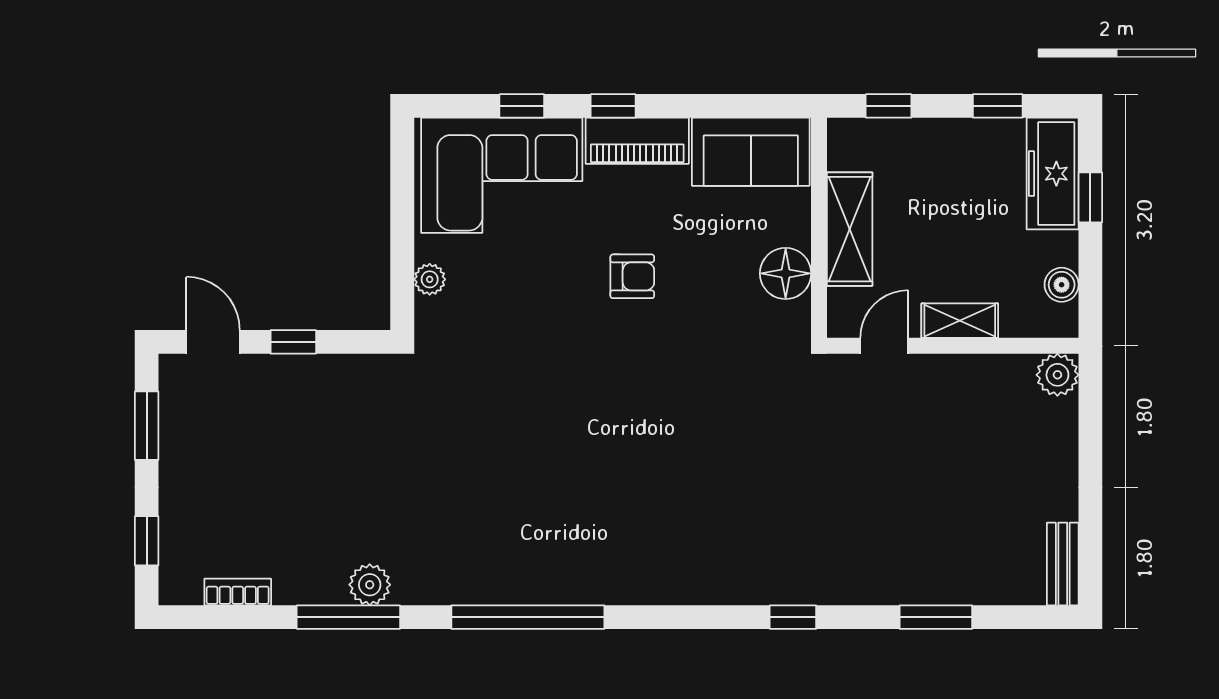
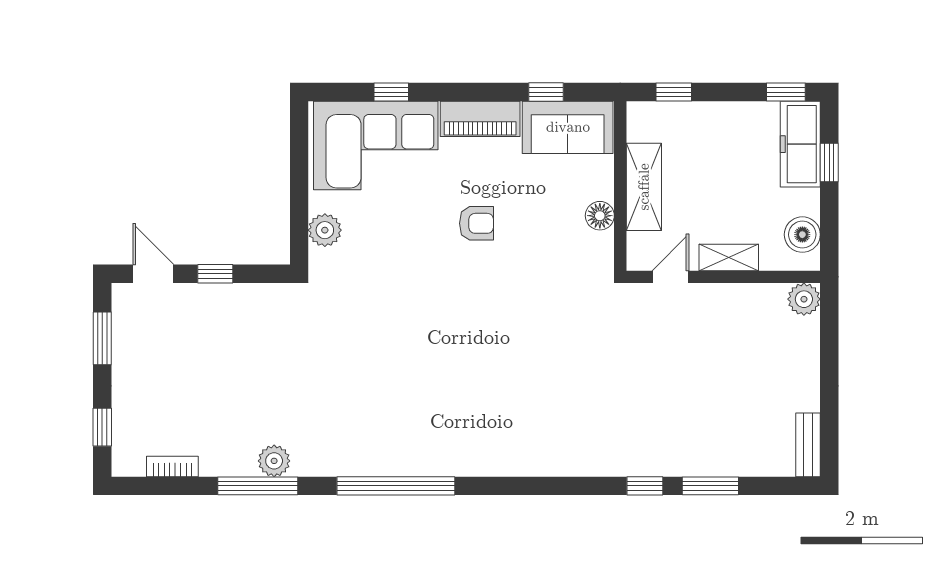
window: (613, 106) -> (546, 92), moved
window: (998, 106) -> (786, 92), moved
floor lamp: (786, 273) -> (600, 216), width x0.73, depth x0.73
plant: (430, 279) -> (325, 230), width x1.38, depth x1.38
boiler: (1062, 285) -> (802, 235), width x1.36, depth x1.36
window: (793, 617) -> (645, 486), moved

